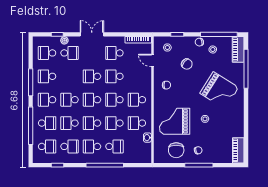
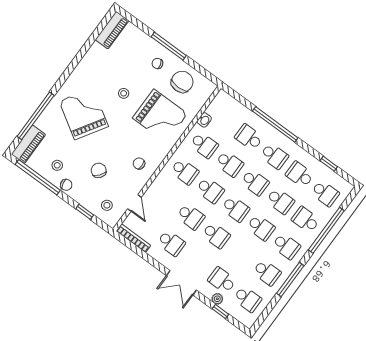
school desk: (47, 146) -> (325, 193), turned 180

